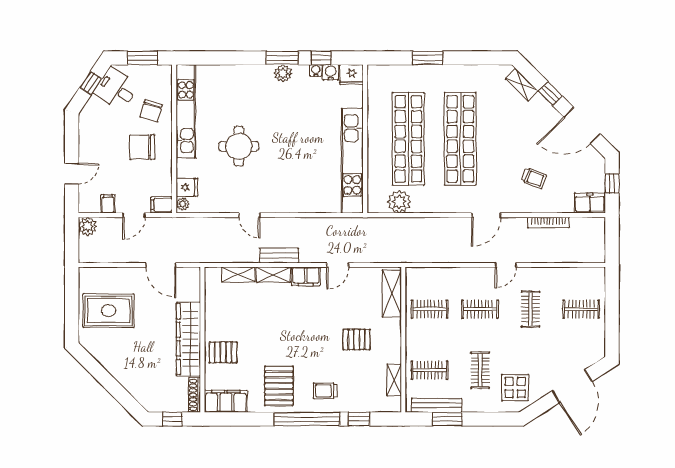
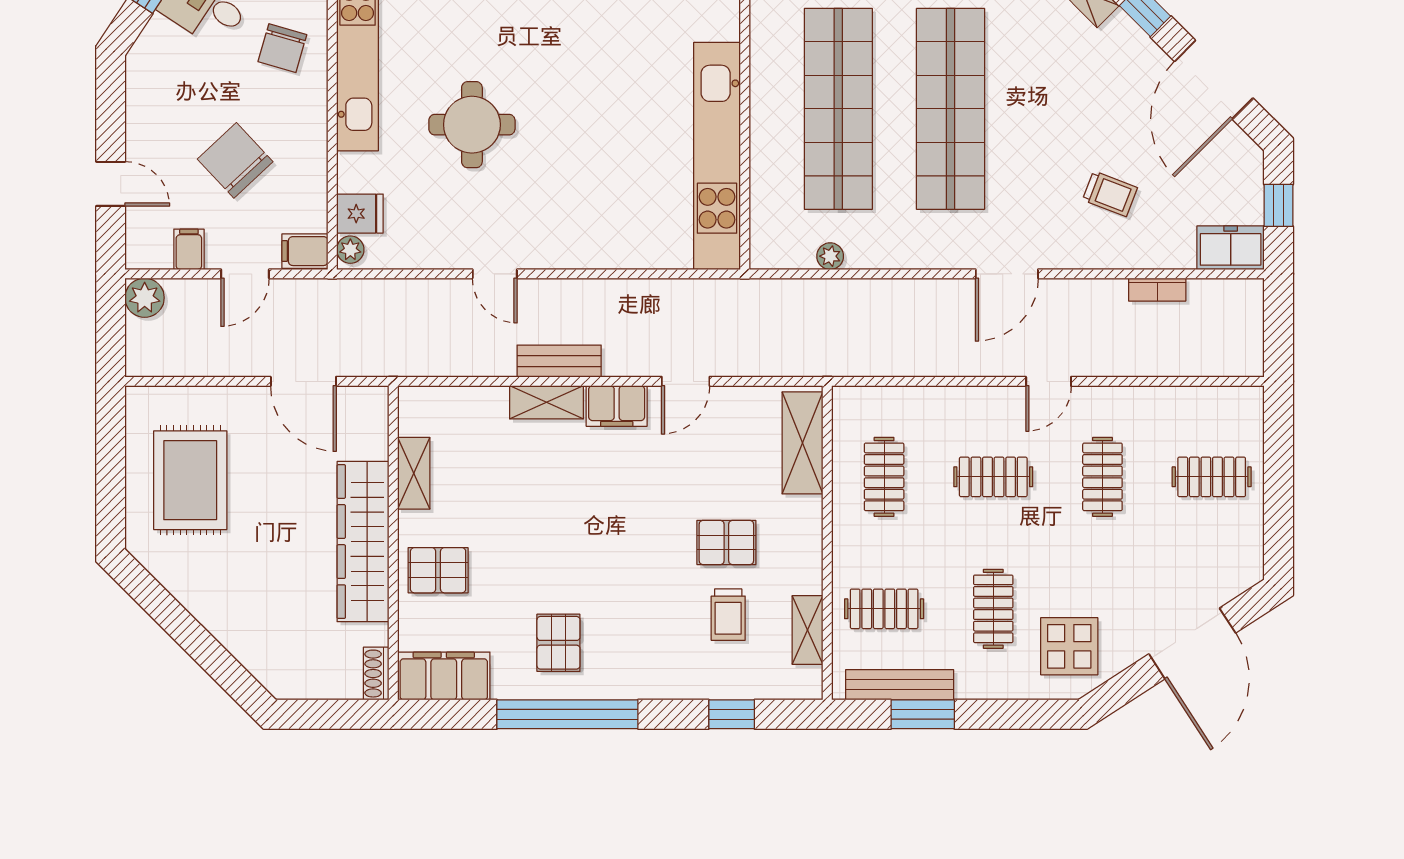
door: (582, 125) -> (1214, 80), hinge flipped
chair: (142, 147) -> (235, 160), moved, turned 47
door: (72, 174) -> (111, 184), hinge flipped
plant: (399, 202) -> (830, 256), width x0.53, depth x0.53
bookcase: (548, 223) -> (1157, 290), width x0.64
shelving: (238, 274) -> (414, 473), moved, turned 90
clothes rail: (430, 309) -> (884, 477), turned 90
rug: (108, 311) -> (190, 480), turned 90
pallet: (279, 386) -> (558, 643), width x0.67, depth x0.71
trolley: (325, 391) -> (728, 615), moved, turned -90
shoe rack: (195, 395) -> (376, 674), width x0.70
window: (172, 419) -> (328, 714), removed
window: (307, 419) -> (567, 714), moved

